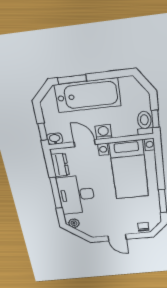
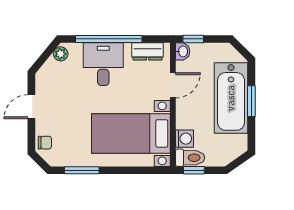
window: (72, 79) -> (251, 101), moved
washing machine: (103, 132) -> (184, 139), moved
window: (56, 193) -> (109, 39), width x1.46
desk: (76, 195) -> (103, 64), width x0.73

